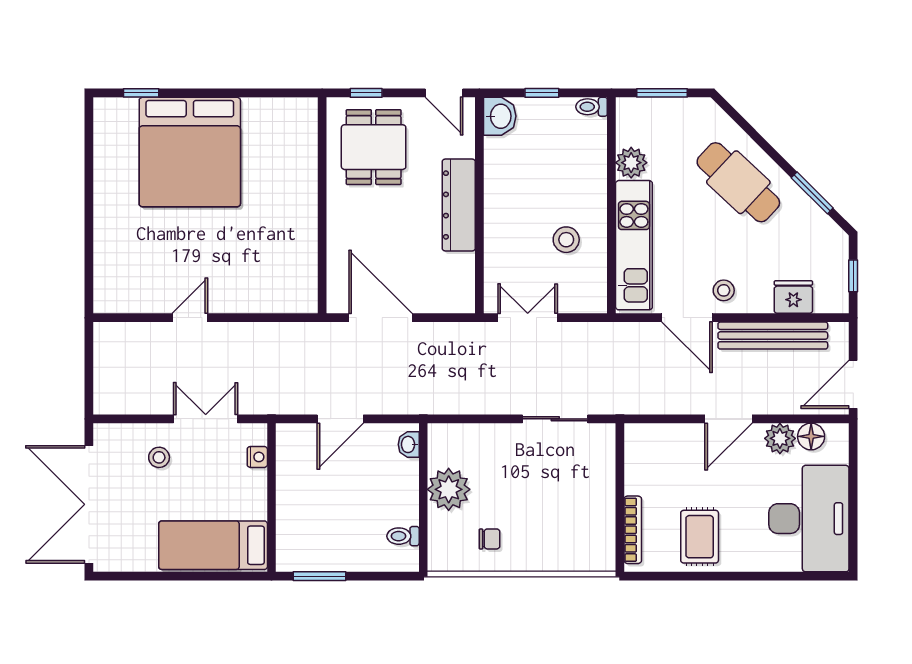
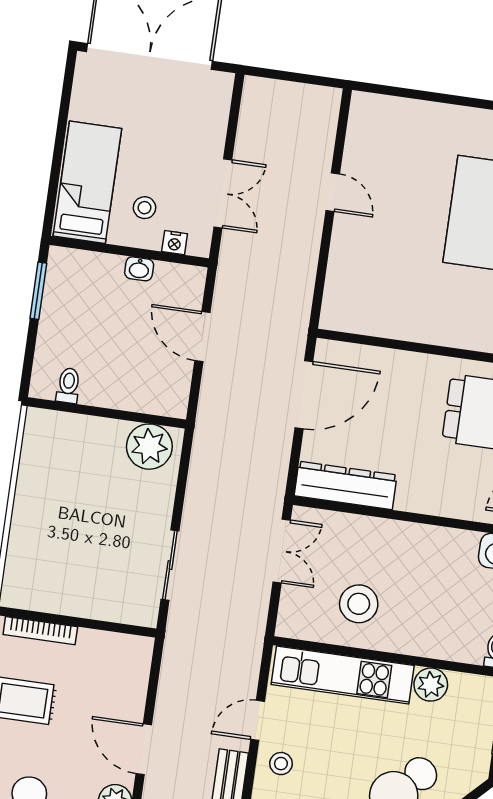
dresser: (459, 205) -> (346, 485), moved
stool: (566, 240) -> (359, 604), width x1.38, depth x1.38
door: (687, 318) -> (258, 720), width x0.73
washbasin: (409, 444) -> (139, 269), moved, turned 180
stool: (159, 457) -> (145, 208), moved
plant: (449, 489) -> (149, 447), moved
chair: (490, 539) -> (52, 477), removed

